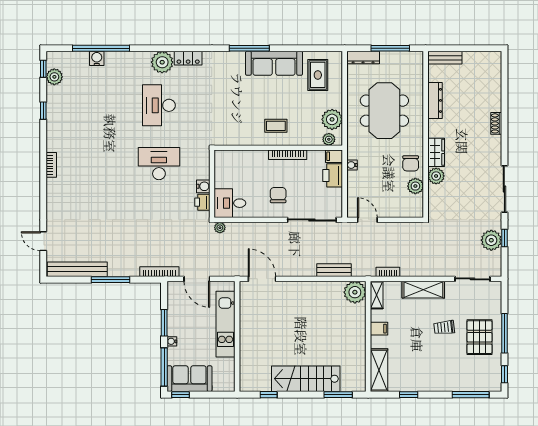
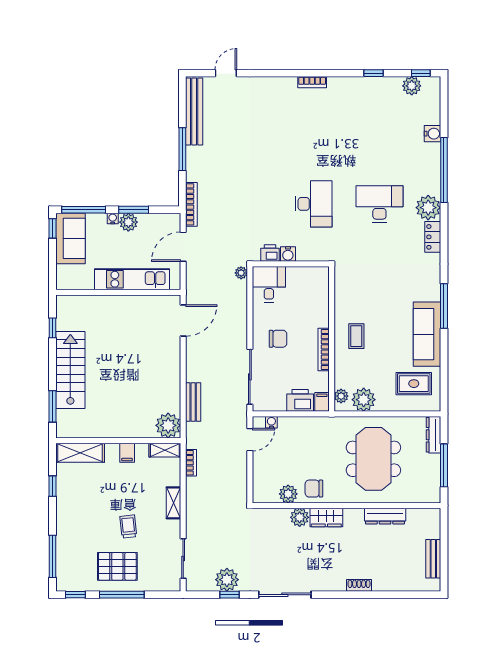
window: (101, 48) -> (444, 170), moved
bench: (445, 58) -> (433, 559), moved
meeting table: (384, 111) -> (373, 459), turned 90
water cooler: (352, 165) -> (271, 422), moved
shelving: (423, 290) -> (174, 503), width x0.67, depth x0.75
plant: (175, 327) -> (128, 222), added

